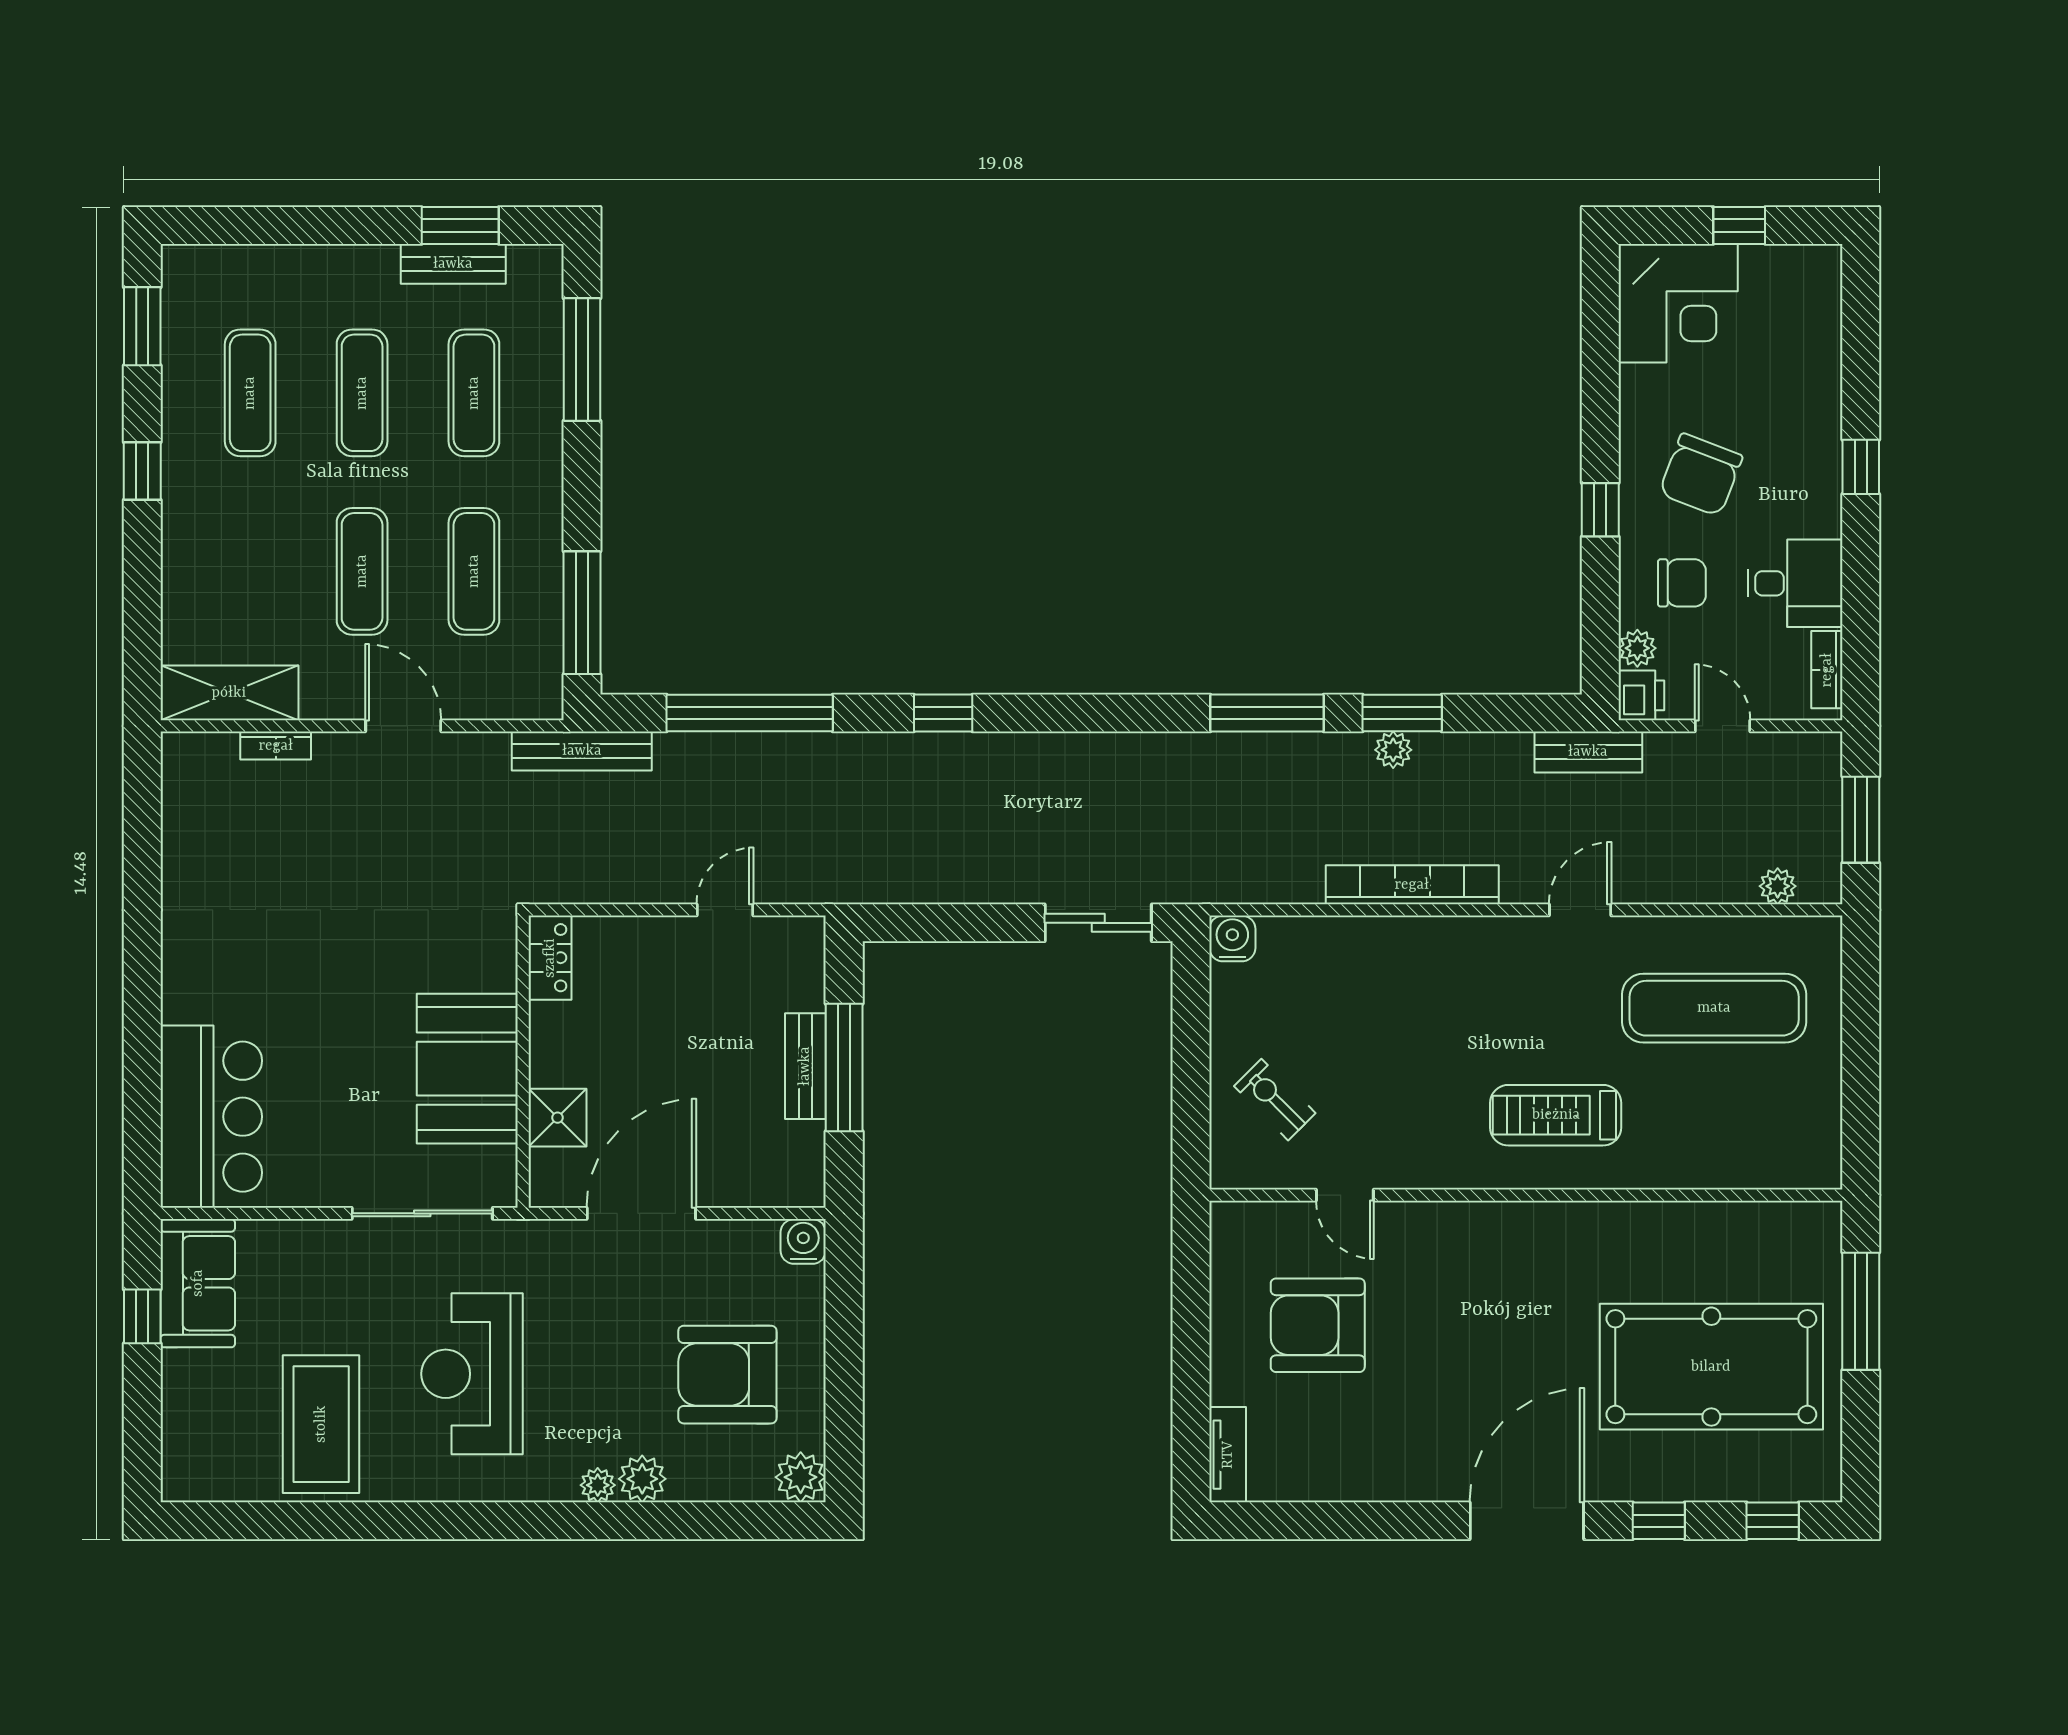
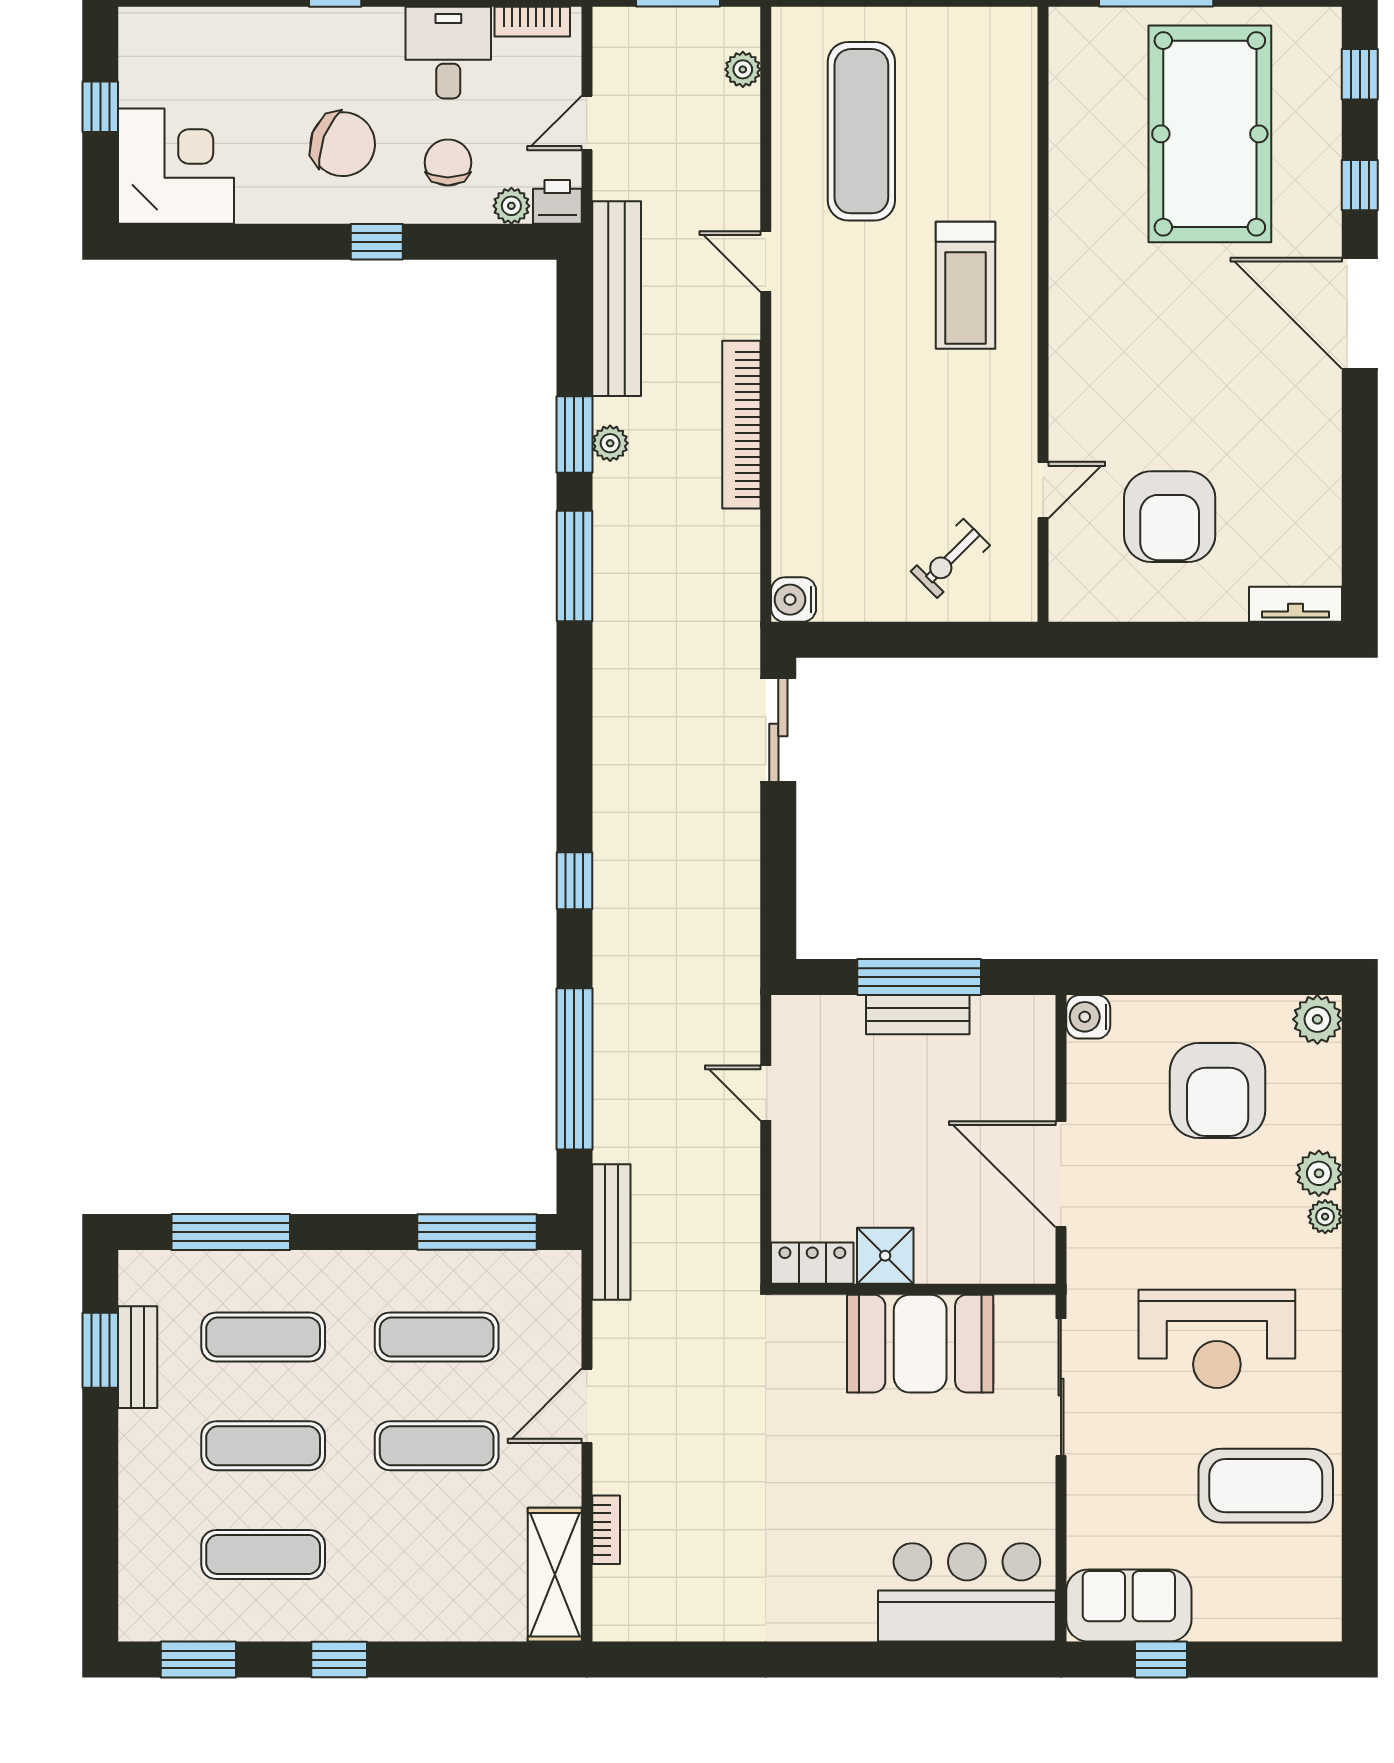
bench: (1588, 752) -> (617, 299), width x1.86, depth x1.21
shower: (558, 1118) -> (885, 1256), moved

